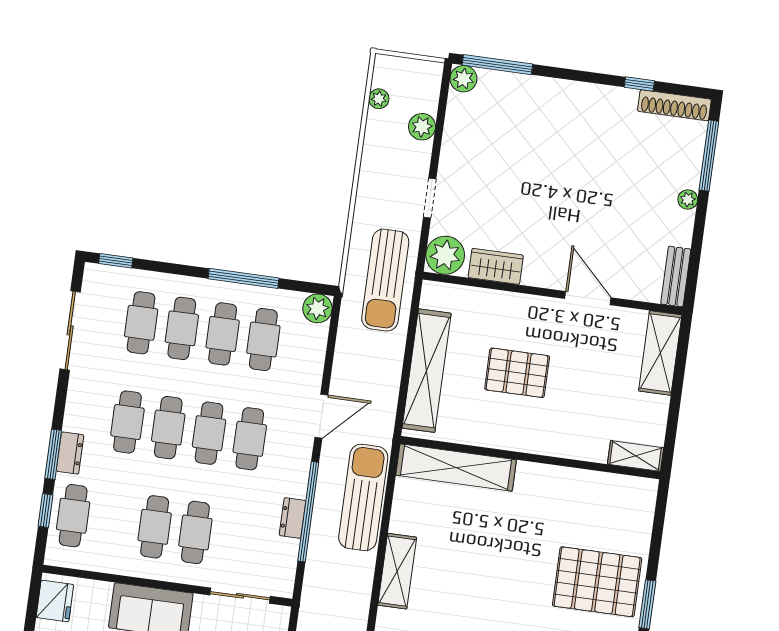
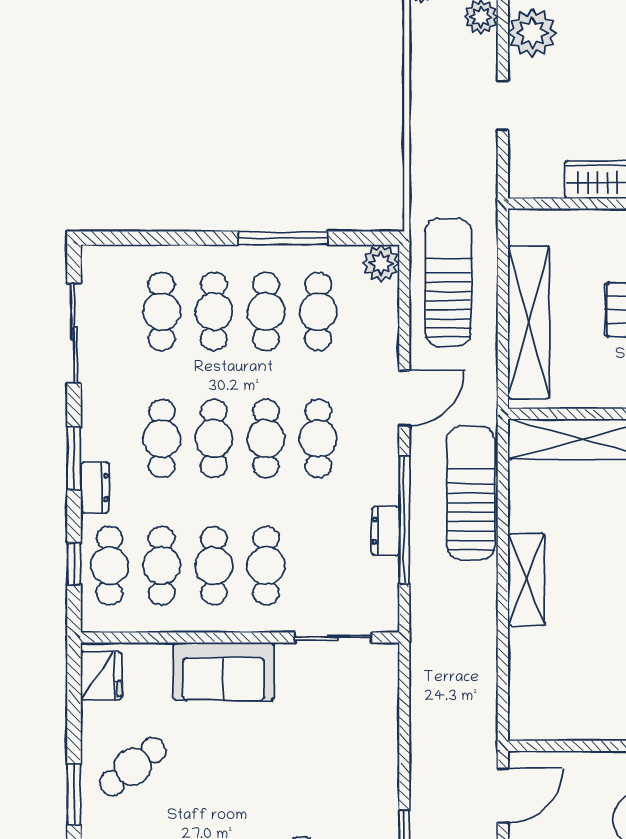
plant: (445, 255) -> (532, 33), moved
window: (116, 261) -> (119, 238), removed
sun lounger: (385, 280) -> (448, 282), moved, turned 180
window: (53, 454) -> (74, 458), moved
cafe table: (114, 521) -> (162, 566), added

